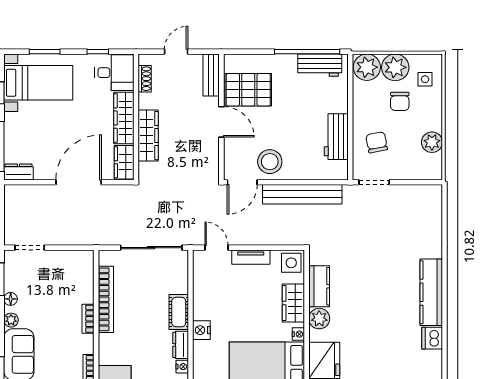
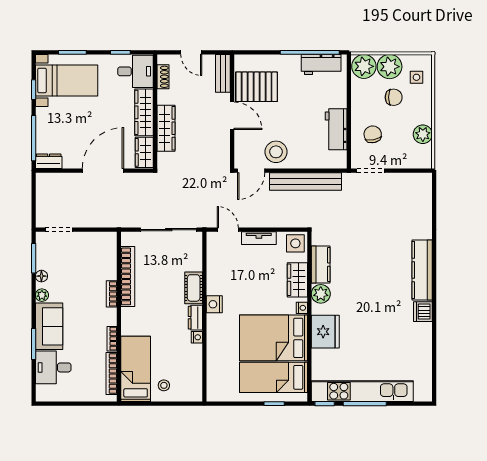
door: (176, 52) -> (191, 52), swing flipped
chair: (400, 101) -> (394, 97), turned -90

